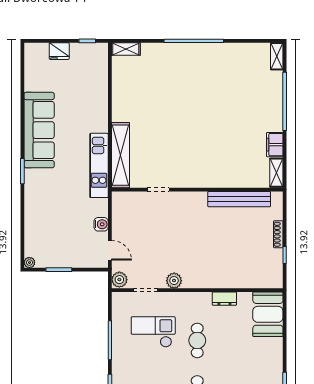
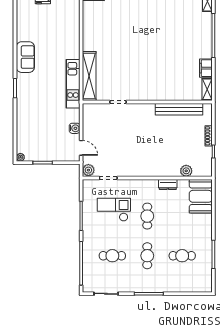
sofa: (39, 130) -> (25, 57), width x0.54, depth x0.79
plant: (174, 281) -> (186, 171), moved

